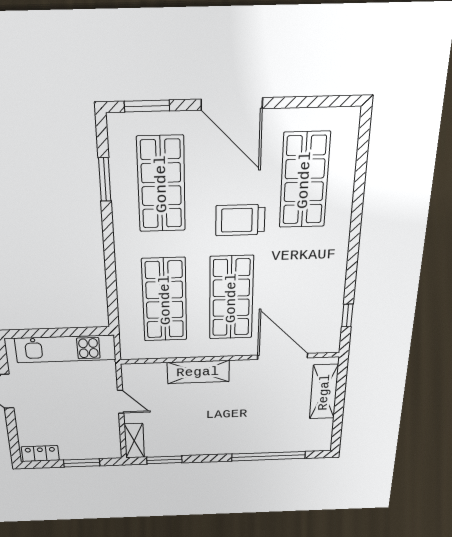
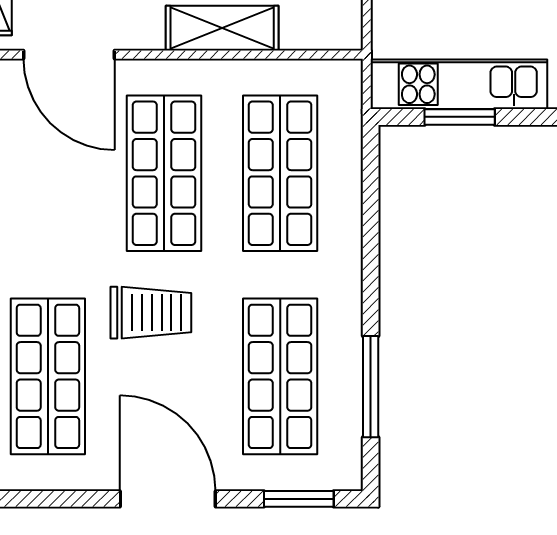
window: (105, 180) -> (371, 387), width x1.44
window: (64, 332) -> (460, 117), added

